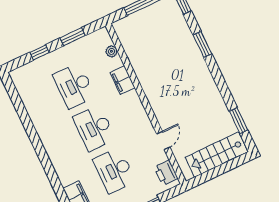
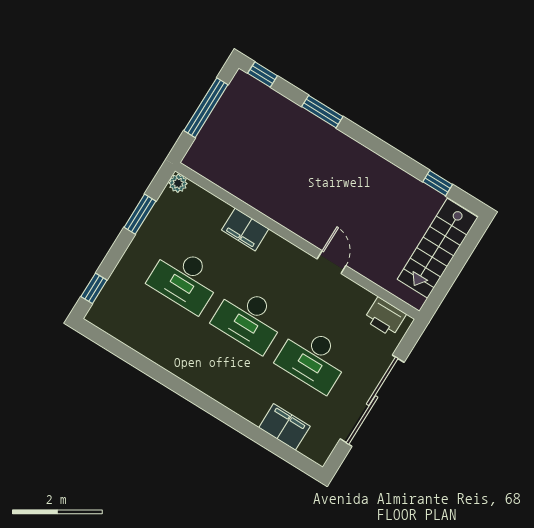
plant: (111, 51) -> (178, 183), moved
window: (40, 52) -> (94, 288), moved
window: (239, 121) -> (438, 183), width x0.67
door: (163, 140) -> (332, 262), moved

